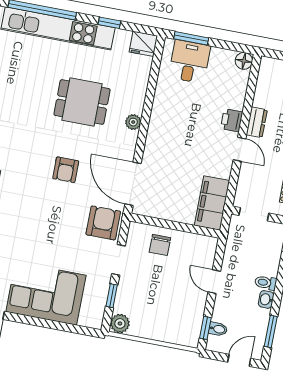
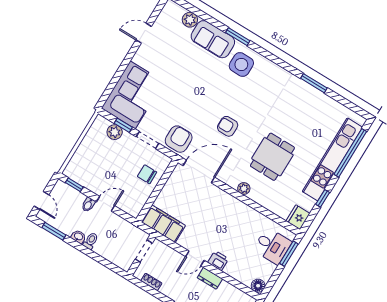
armchair: (103, 223) -> (179, 139), turned -90
corner sofa: (46, 294) -> (133, 95), moved
plant: (120, 323) -> (115, 132), moved
bidet: (218, 329) -> (88, 205), moved

